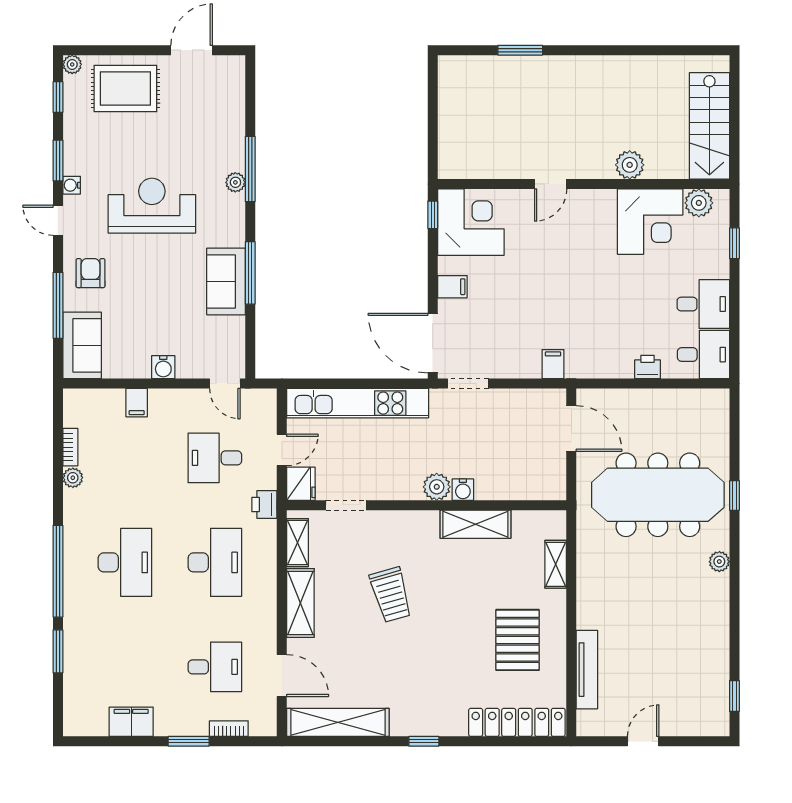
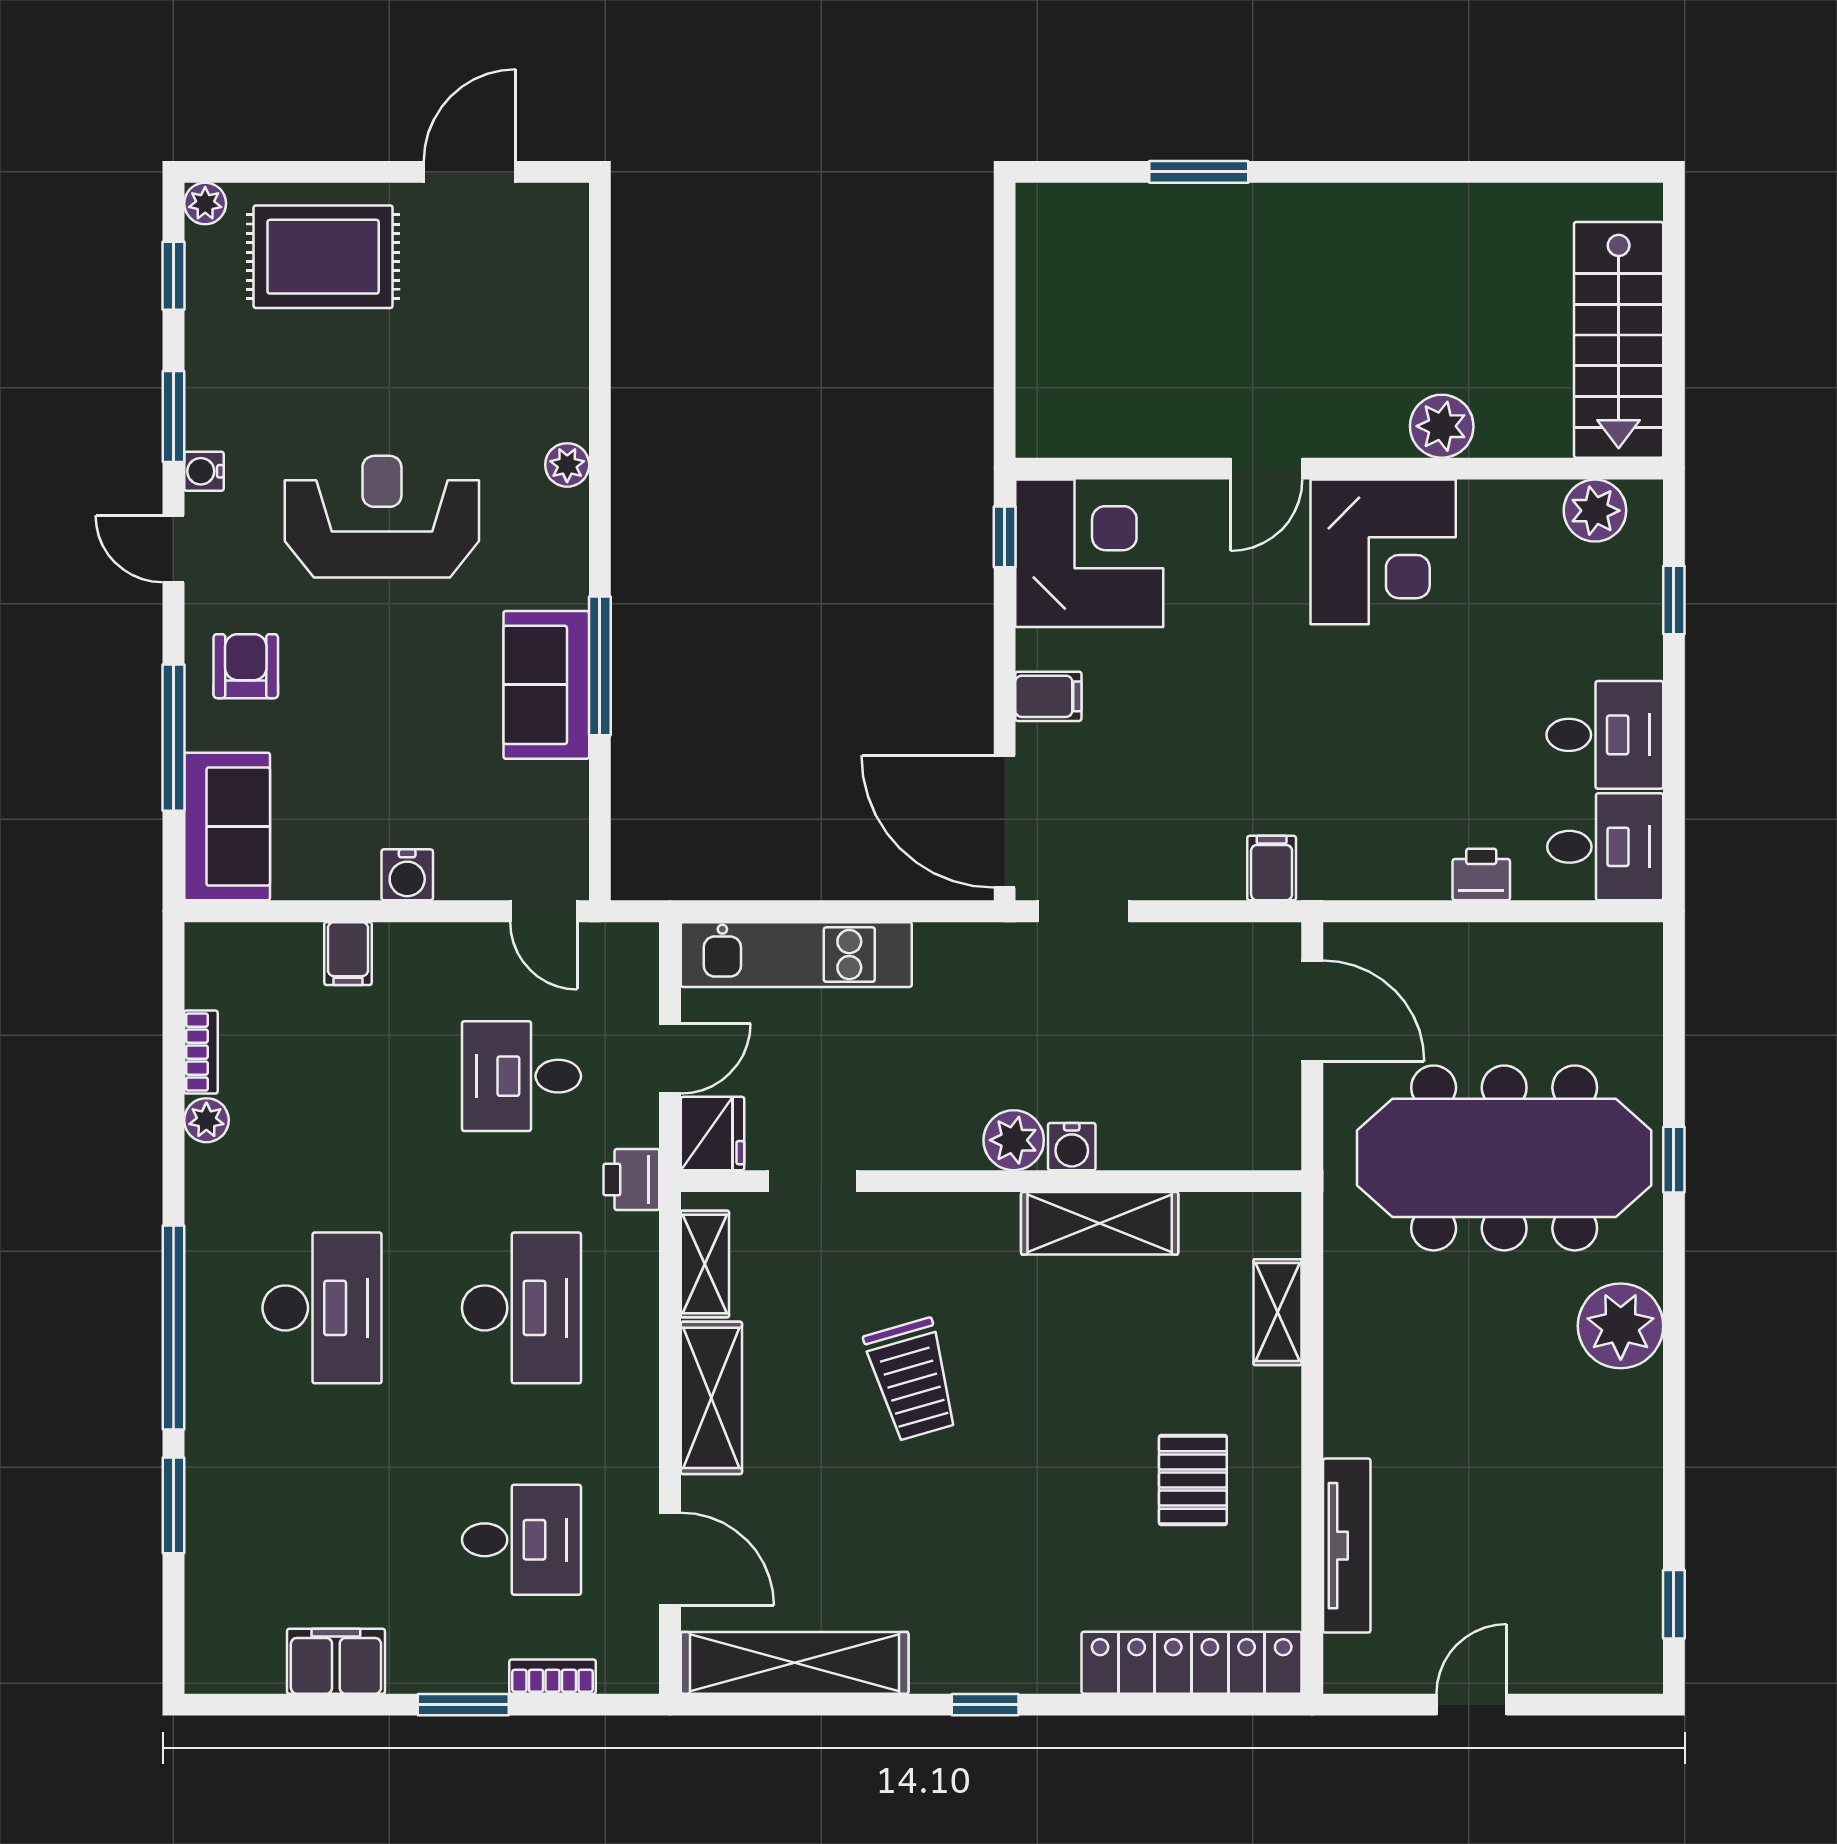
window: (250, 169) -> (600, 435), removed
corner desk: (650, 222) -> (1383, 552), moved
kitchen unit: (358, 403) -> (796, 955), width x0.73
plant: (719, 562) -> (1621, 1326), width x1.87, depth x1.87
pallet: (518, 640) -> (1193, 1480), width x0.67, depth x0.71

